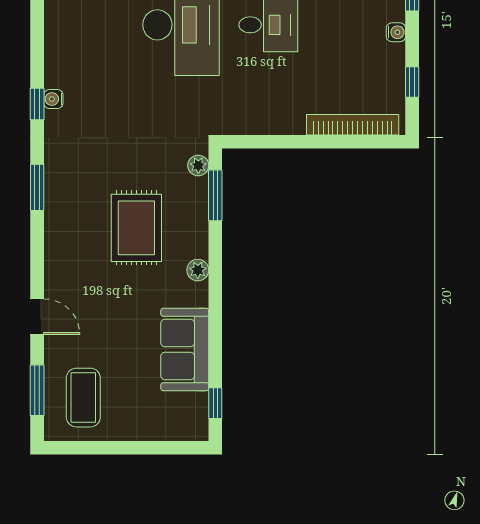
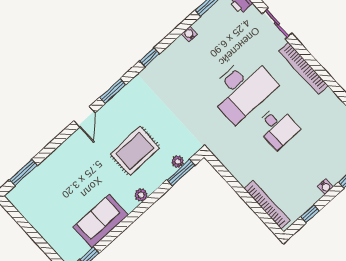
water cooler: (53, 99) -> (189, 34), moved
plant: (198, 165) -> (178, 162), moved
door: (37, 317) -> (84, 117), moved
coffee table: (83, 398) -> (39, 196), removed

